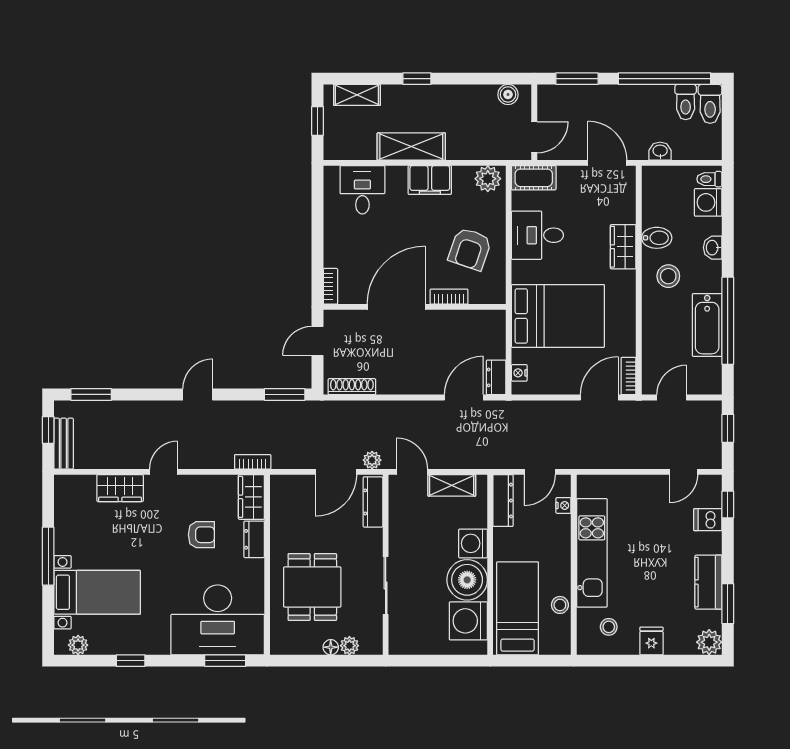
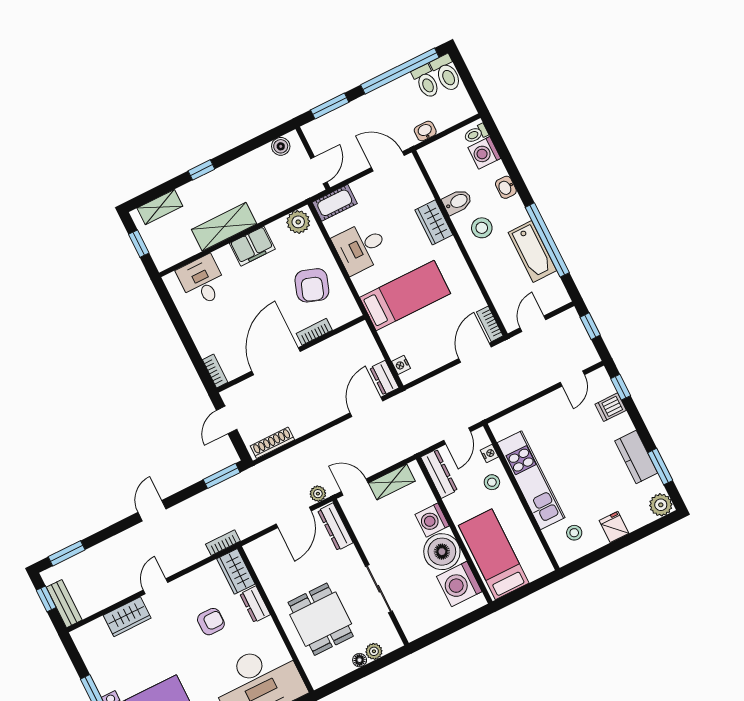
bed: (558, 316) -> (405, 295), width x0.67
stool: (560, 605) -> (492, 482), moved

